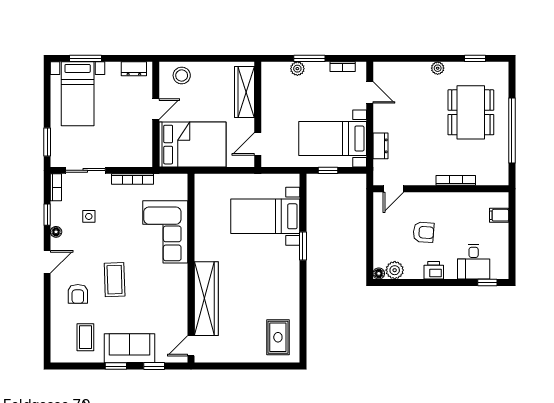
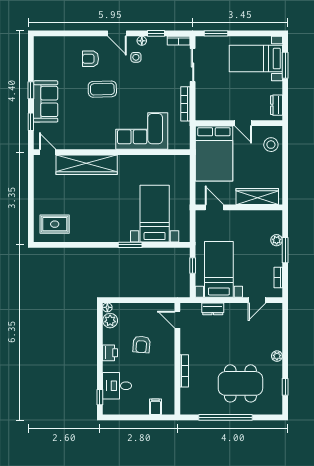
side table: (89, 216) -> (136, 57), moved
coffee table: (85, 337) -> (55, 65), removed

